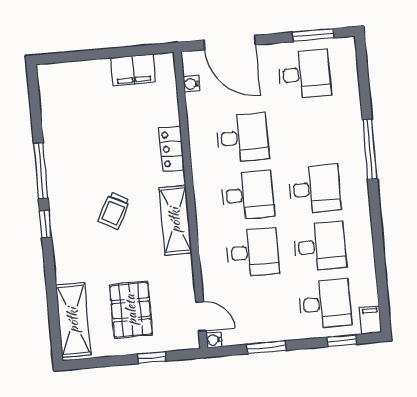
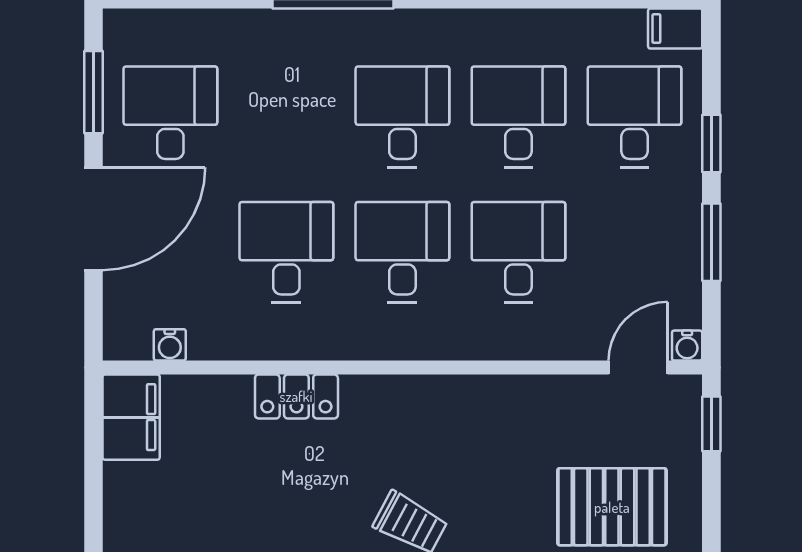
door: (230, 42) -> (94, 219), moved
filing cabinet: (133, 70) -> (131, 417), moved
shelving: (175, 220) -> (440, 402), removed
window: (342, 341) -> (711, 144), moved
window: (152, 358) -> (711, 424), moved

